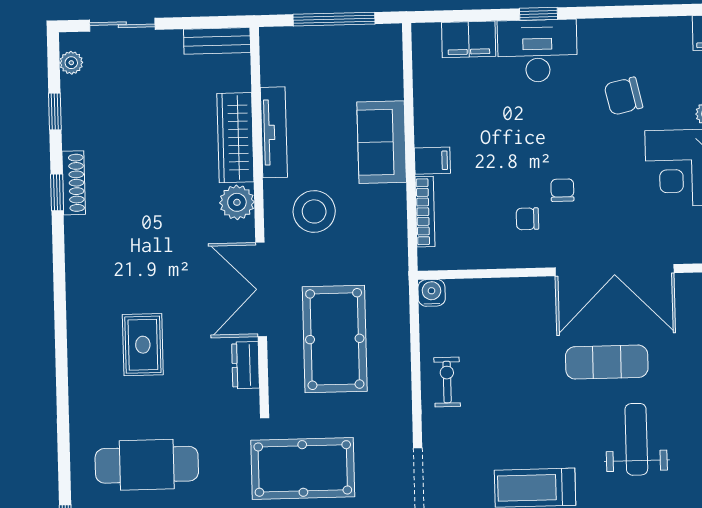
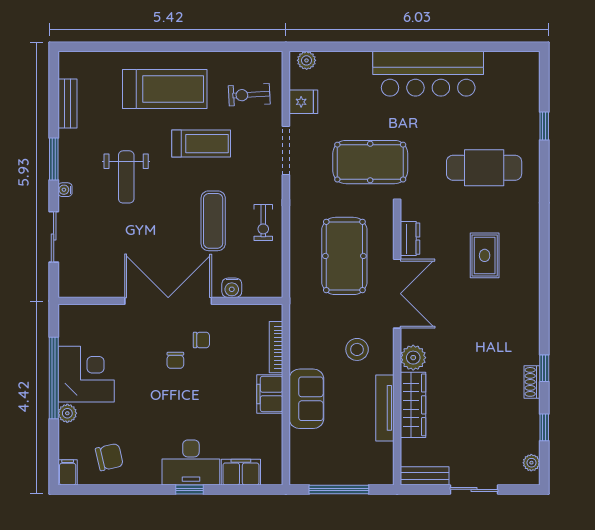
sliding door: (122, 25) -> (474, 489), moved
chair: (623, 96) -> (109, 457), moved
filing cabinet: (432, 161) -> (270, 394), width x2.00
shoe rack: (74, 183) -> (532, 382), width x0.70
stool: (314, 211) -> (357, 349), width x0.73, depth x0.73
double door: (615, 270) -> (168, 301), moved
water cooler: (432, 293) -> (232, 288), moved
exercise mat: (607, 362) -> (213, 221), moved, turned 90

